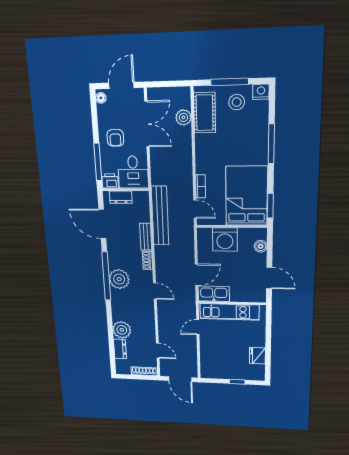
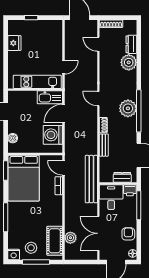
armchair: (115, 138) -> (128, 234), moved
bench: (160, 216) -> (91, 179), moved
washing machine: (225, 239) -> (53, 135), moved, turned -90

